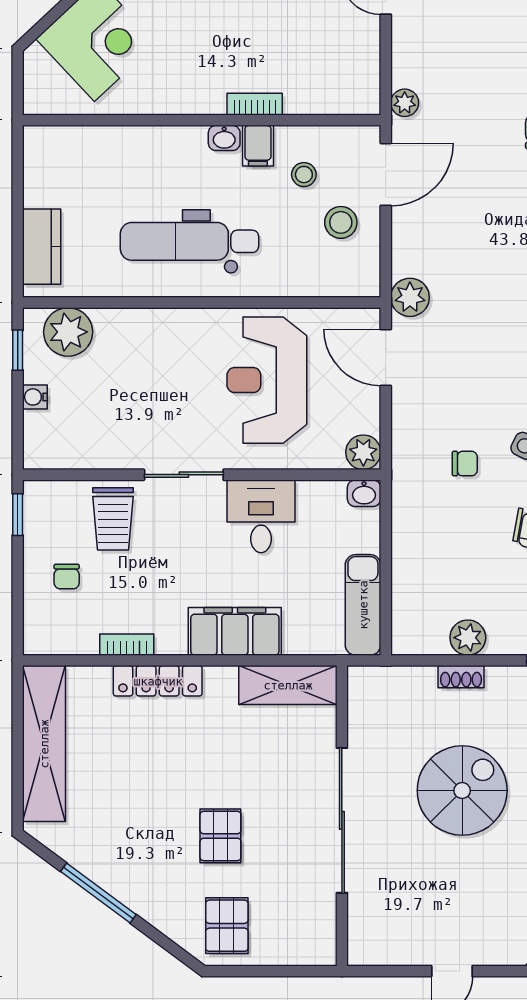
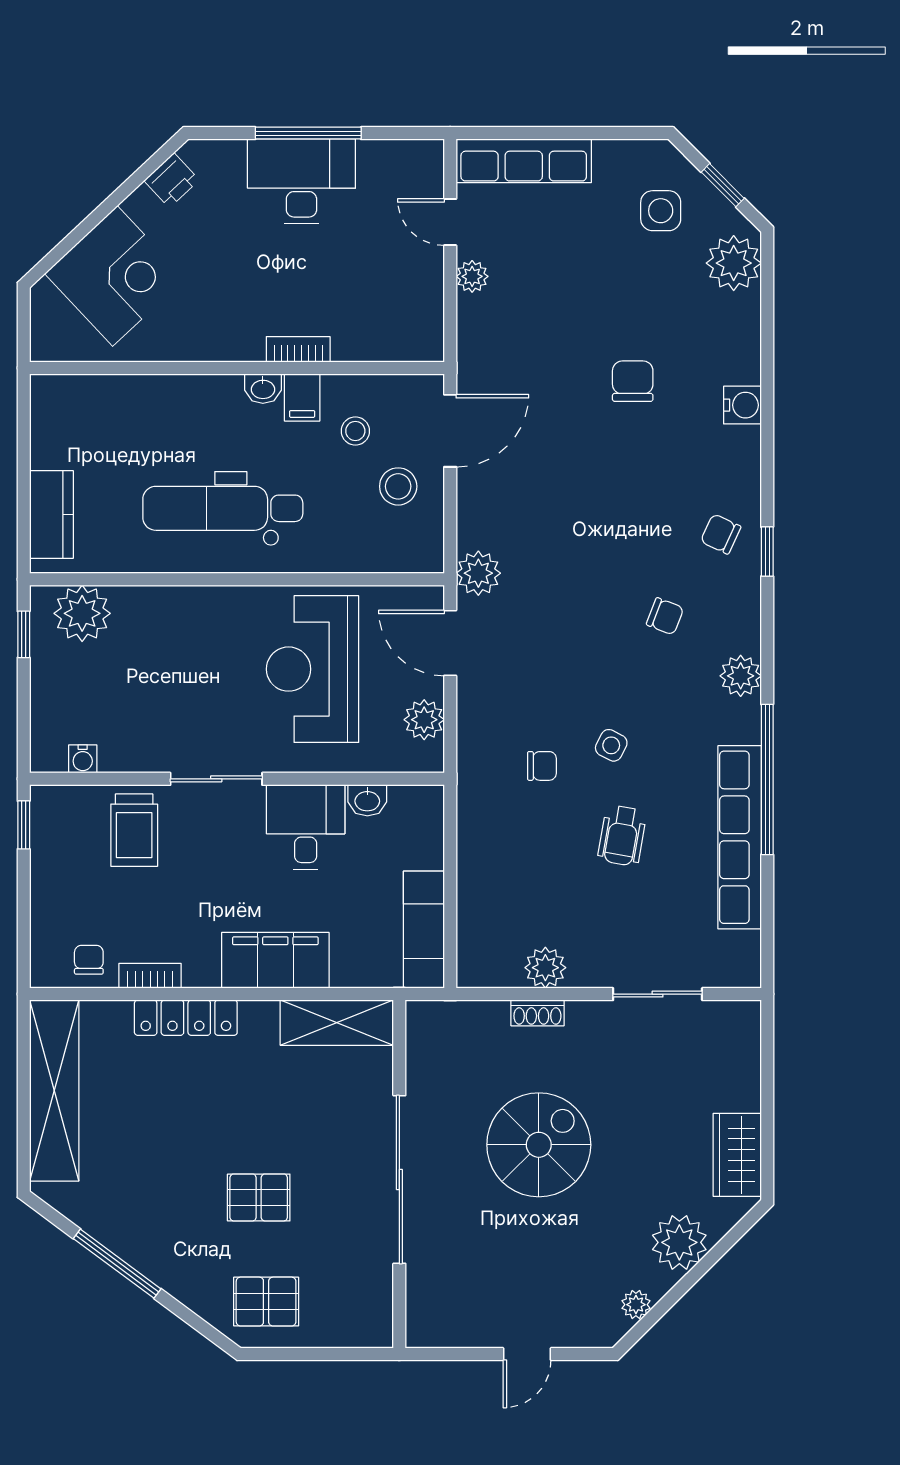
plant: (405, 103) -> (472, 276), moved
water cooler: (35, 397) -> (83, 759), moved, turned -90
plant: (363, 452) -> (424, 720), moved
washbasin: (364, 493) -> (367, 800), moved
chair: (67, 577) -> (89, 960), moved, turned 180
pallet: (220, 836) -> (259, 1197), turned 90
pallet: (227, 926) -> (266, 1302), turned 90

